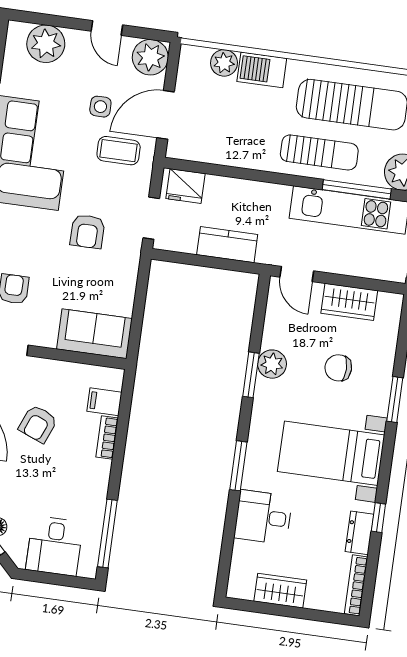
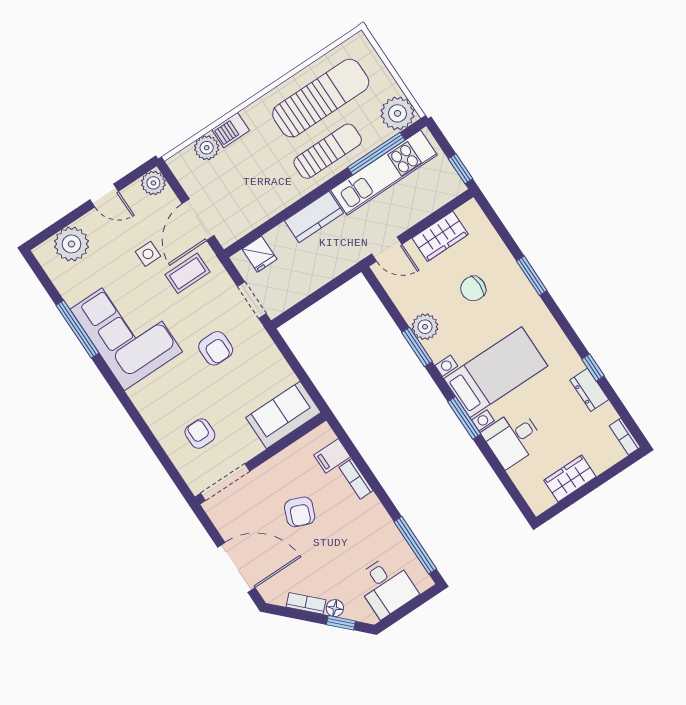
plant: (150, 57) -> (153, 183), width x0.73, depth x0.73
barbecue: (262, 70) -> (231, 130), width x0.73, depth x0.79
fridge: (186, 186) -> (259, 254), width x0.72
kitchen counter: (227, 245) -> (314, 217), moved, turned 180
bed with nightstands: (331, 453) -> (496, 372), moved, turned 180
bookcase: (356, 585) -> (625, 437), width x0.64

